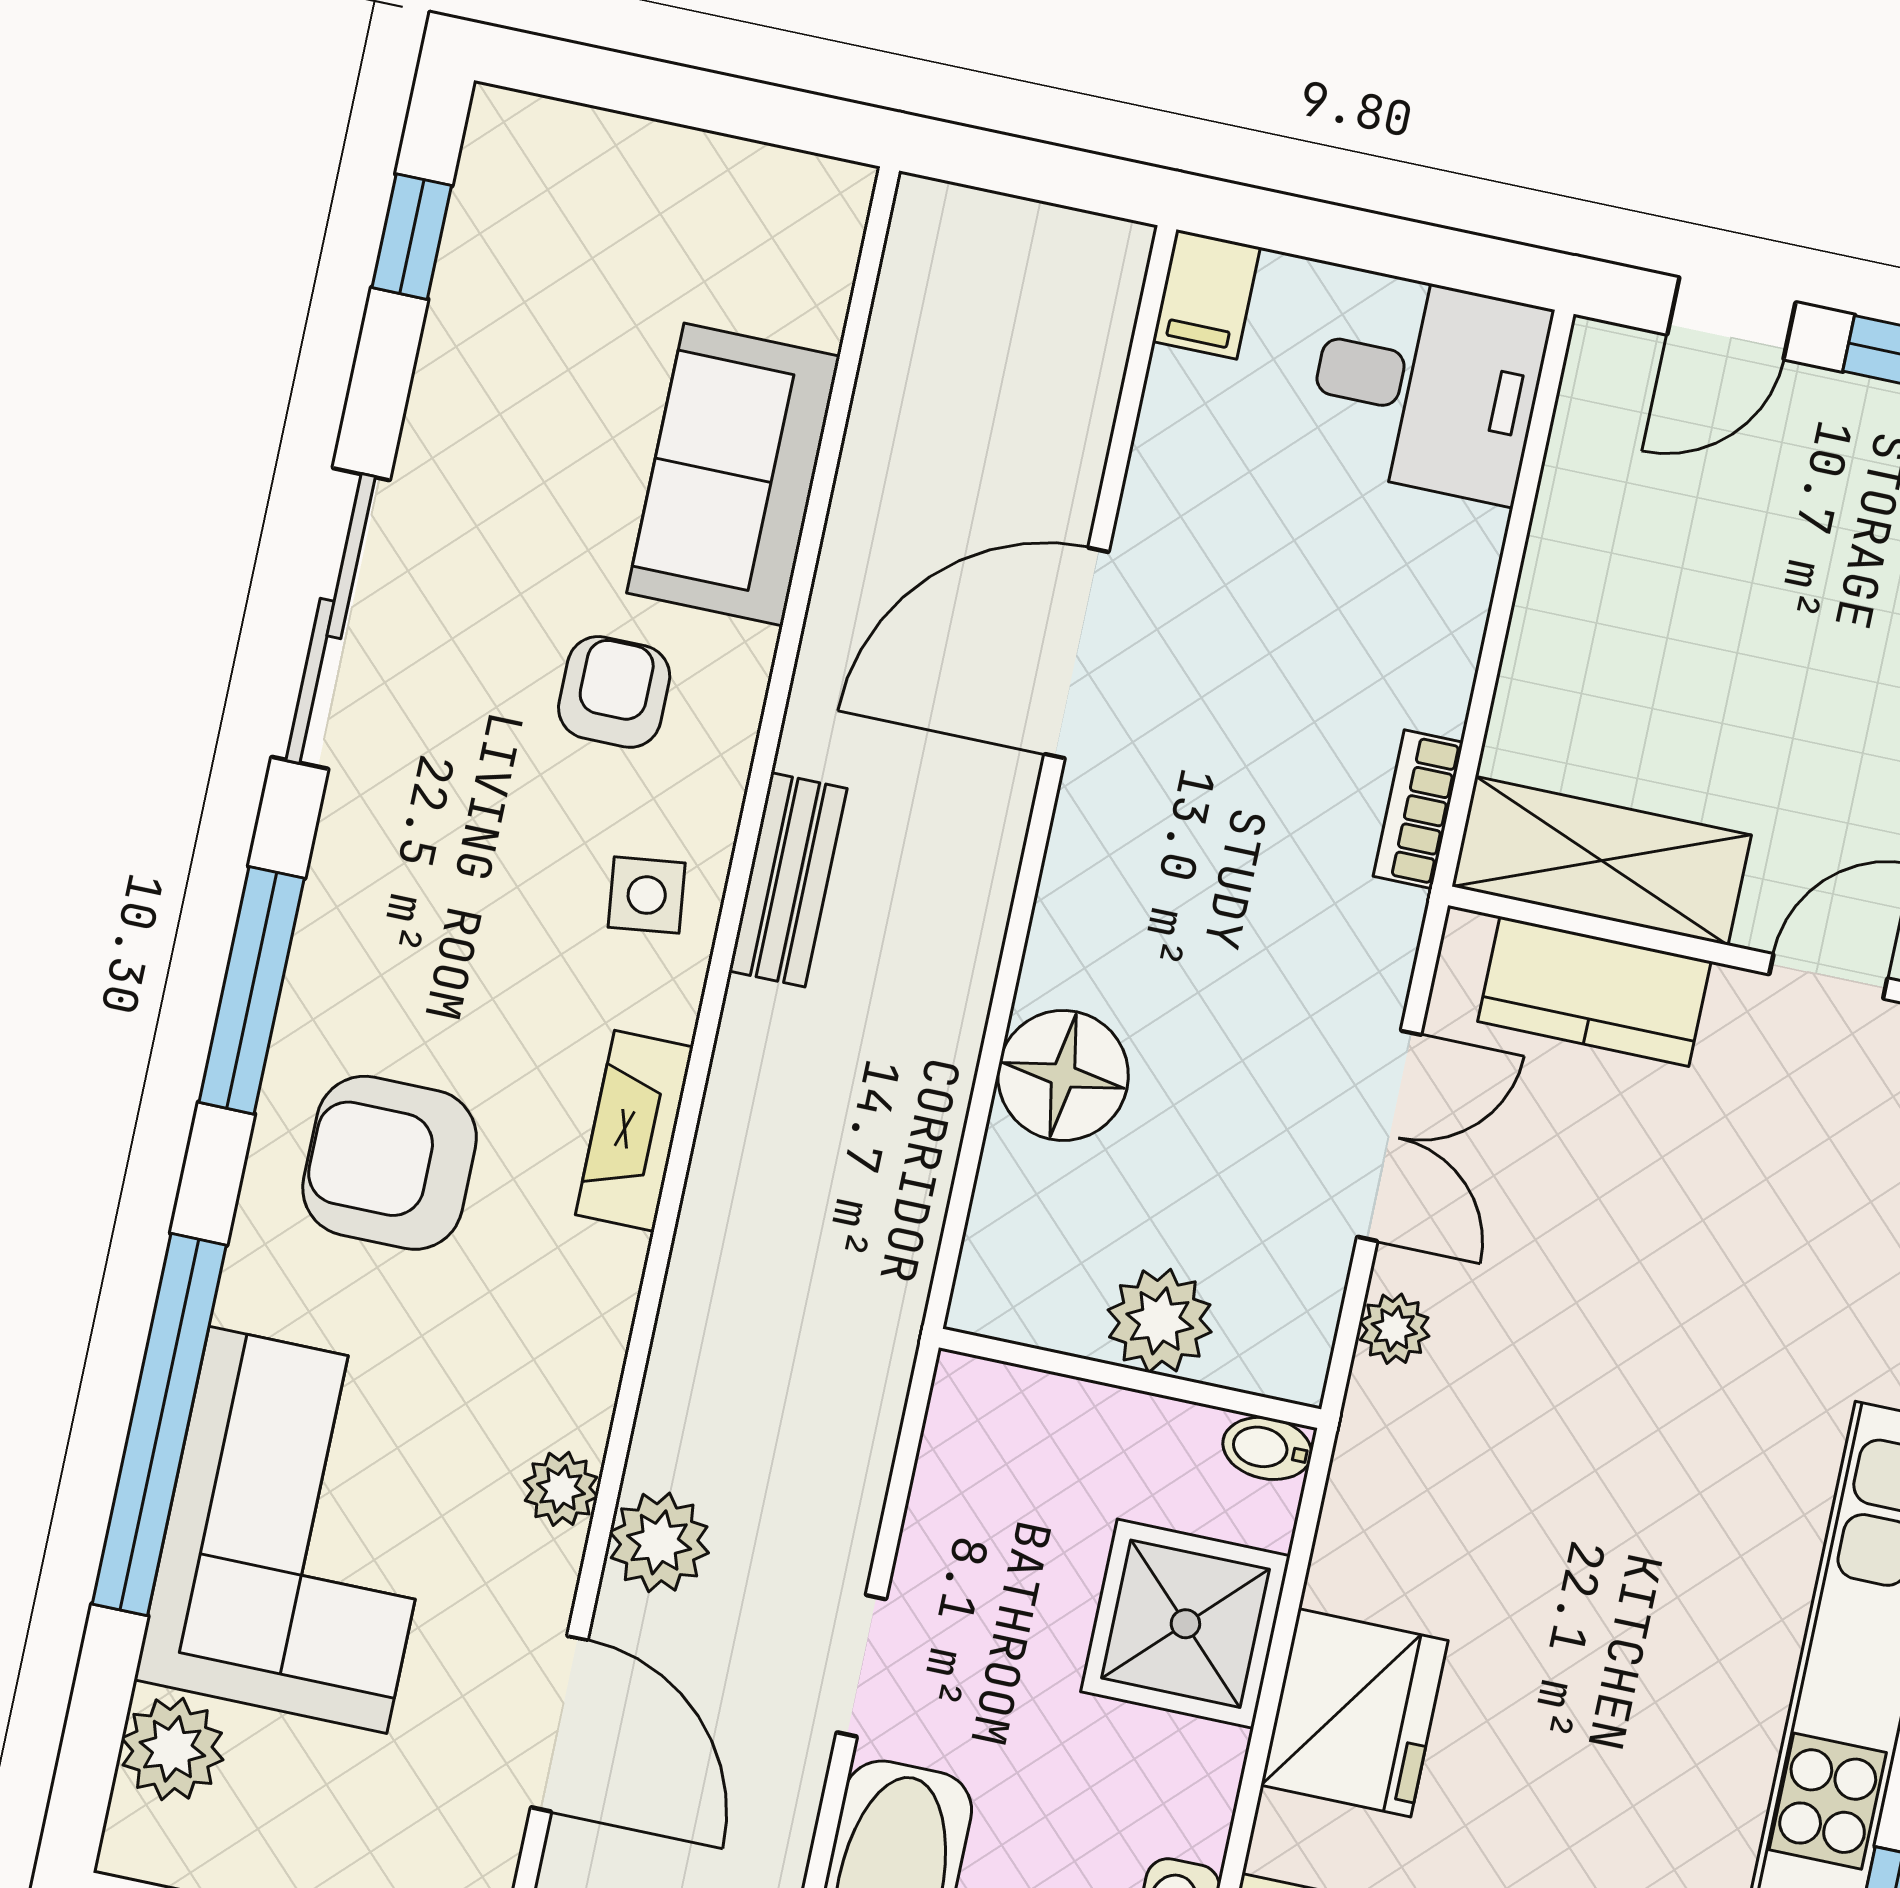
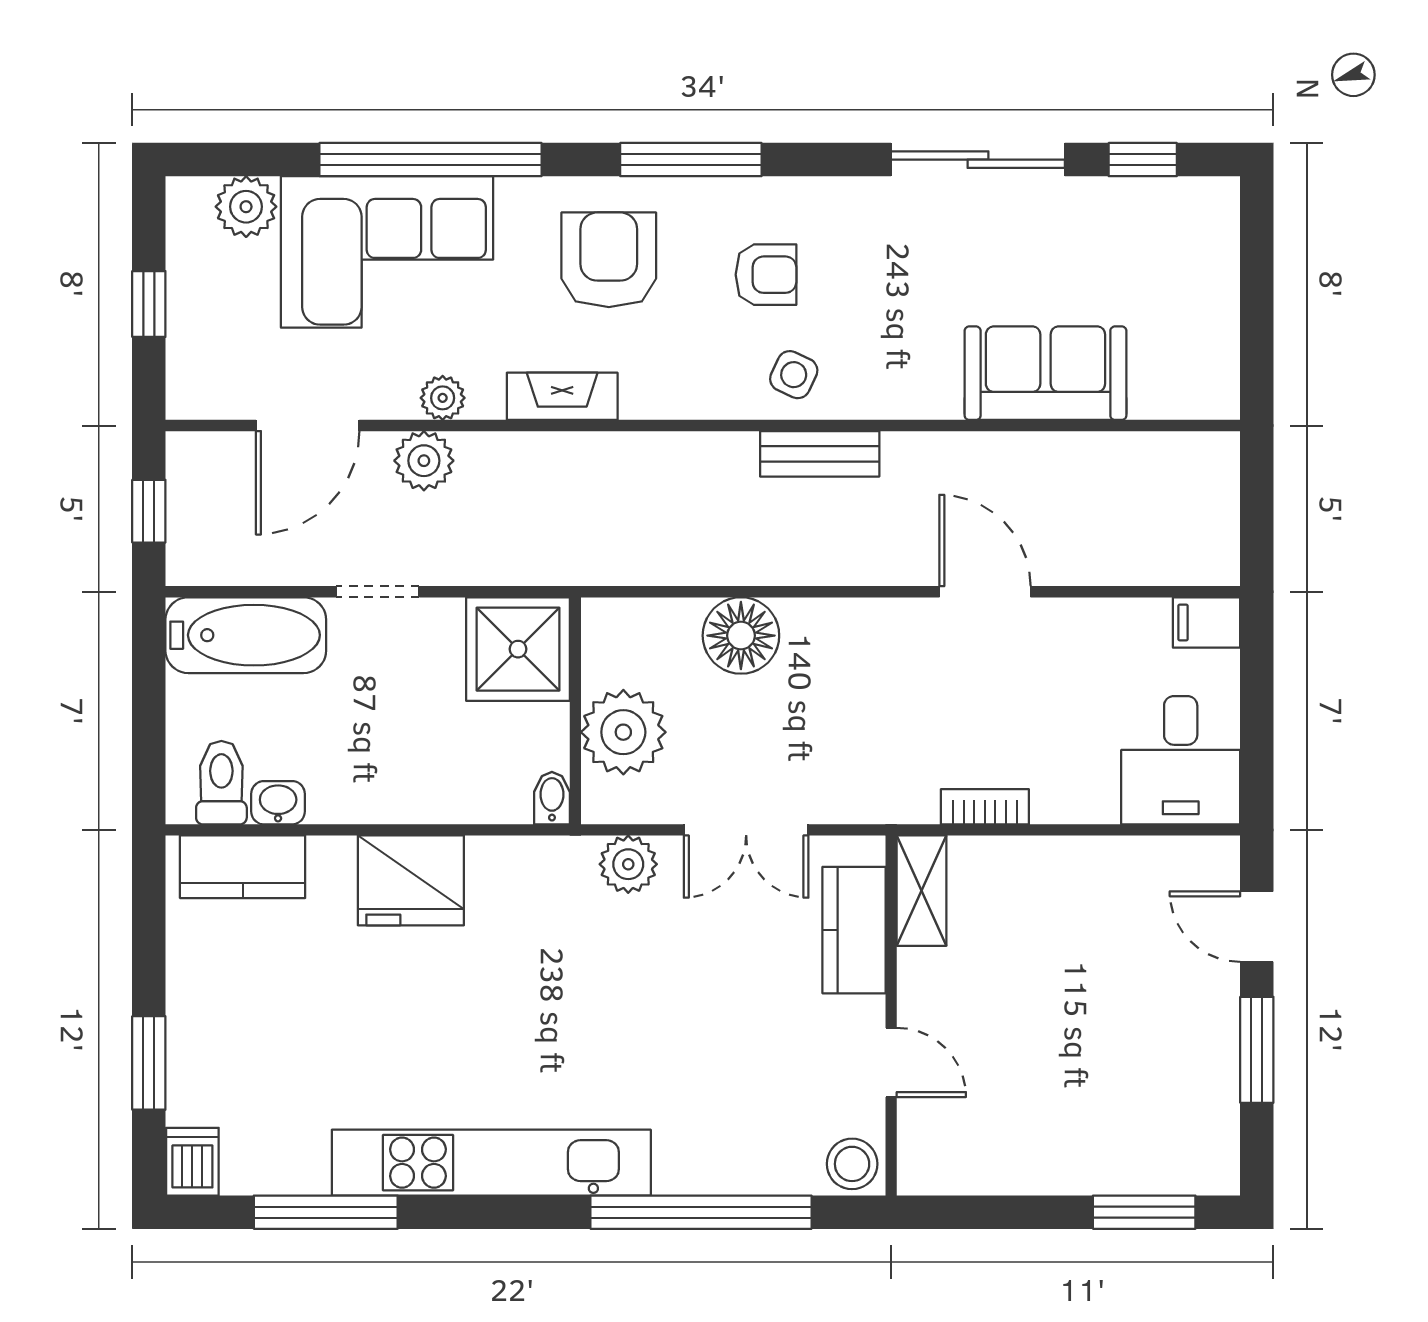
sliding door: (331, 618) -> (978, 160), moved
door: (1077, 653) -> (985, 592), width x0.73
armchair: (614, 692) -> (766, 275), moved
bookcase: (1418, 809) -> (985, 807), moved
shelving: (1602, 861) -> (922, 891), width x0.67, depth x0.75
side table: (647, 895) -> (794, 375), turned 32
fireplace: (634, 1131) -> (562, 396), moved
plant: (1160, 1321) -> (623, 732), width x1.36, depth x1.36
plant: (1394, 1329) -> (628, 864), width x1.38, depth x1.38
shower: (1185, 1624) -> (518, 649), moved

